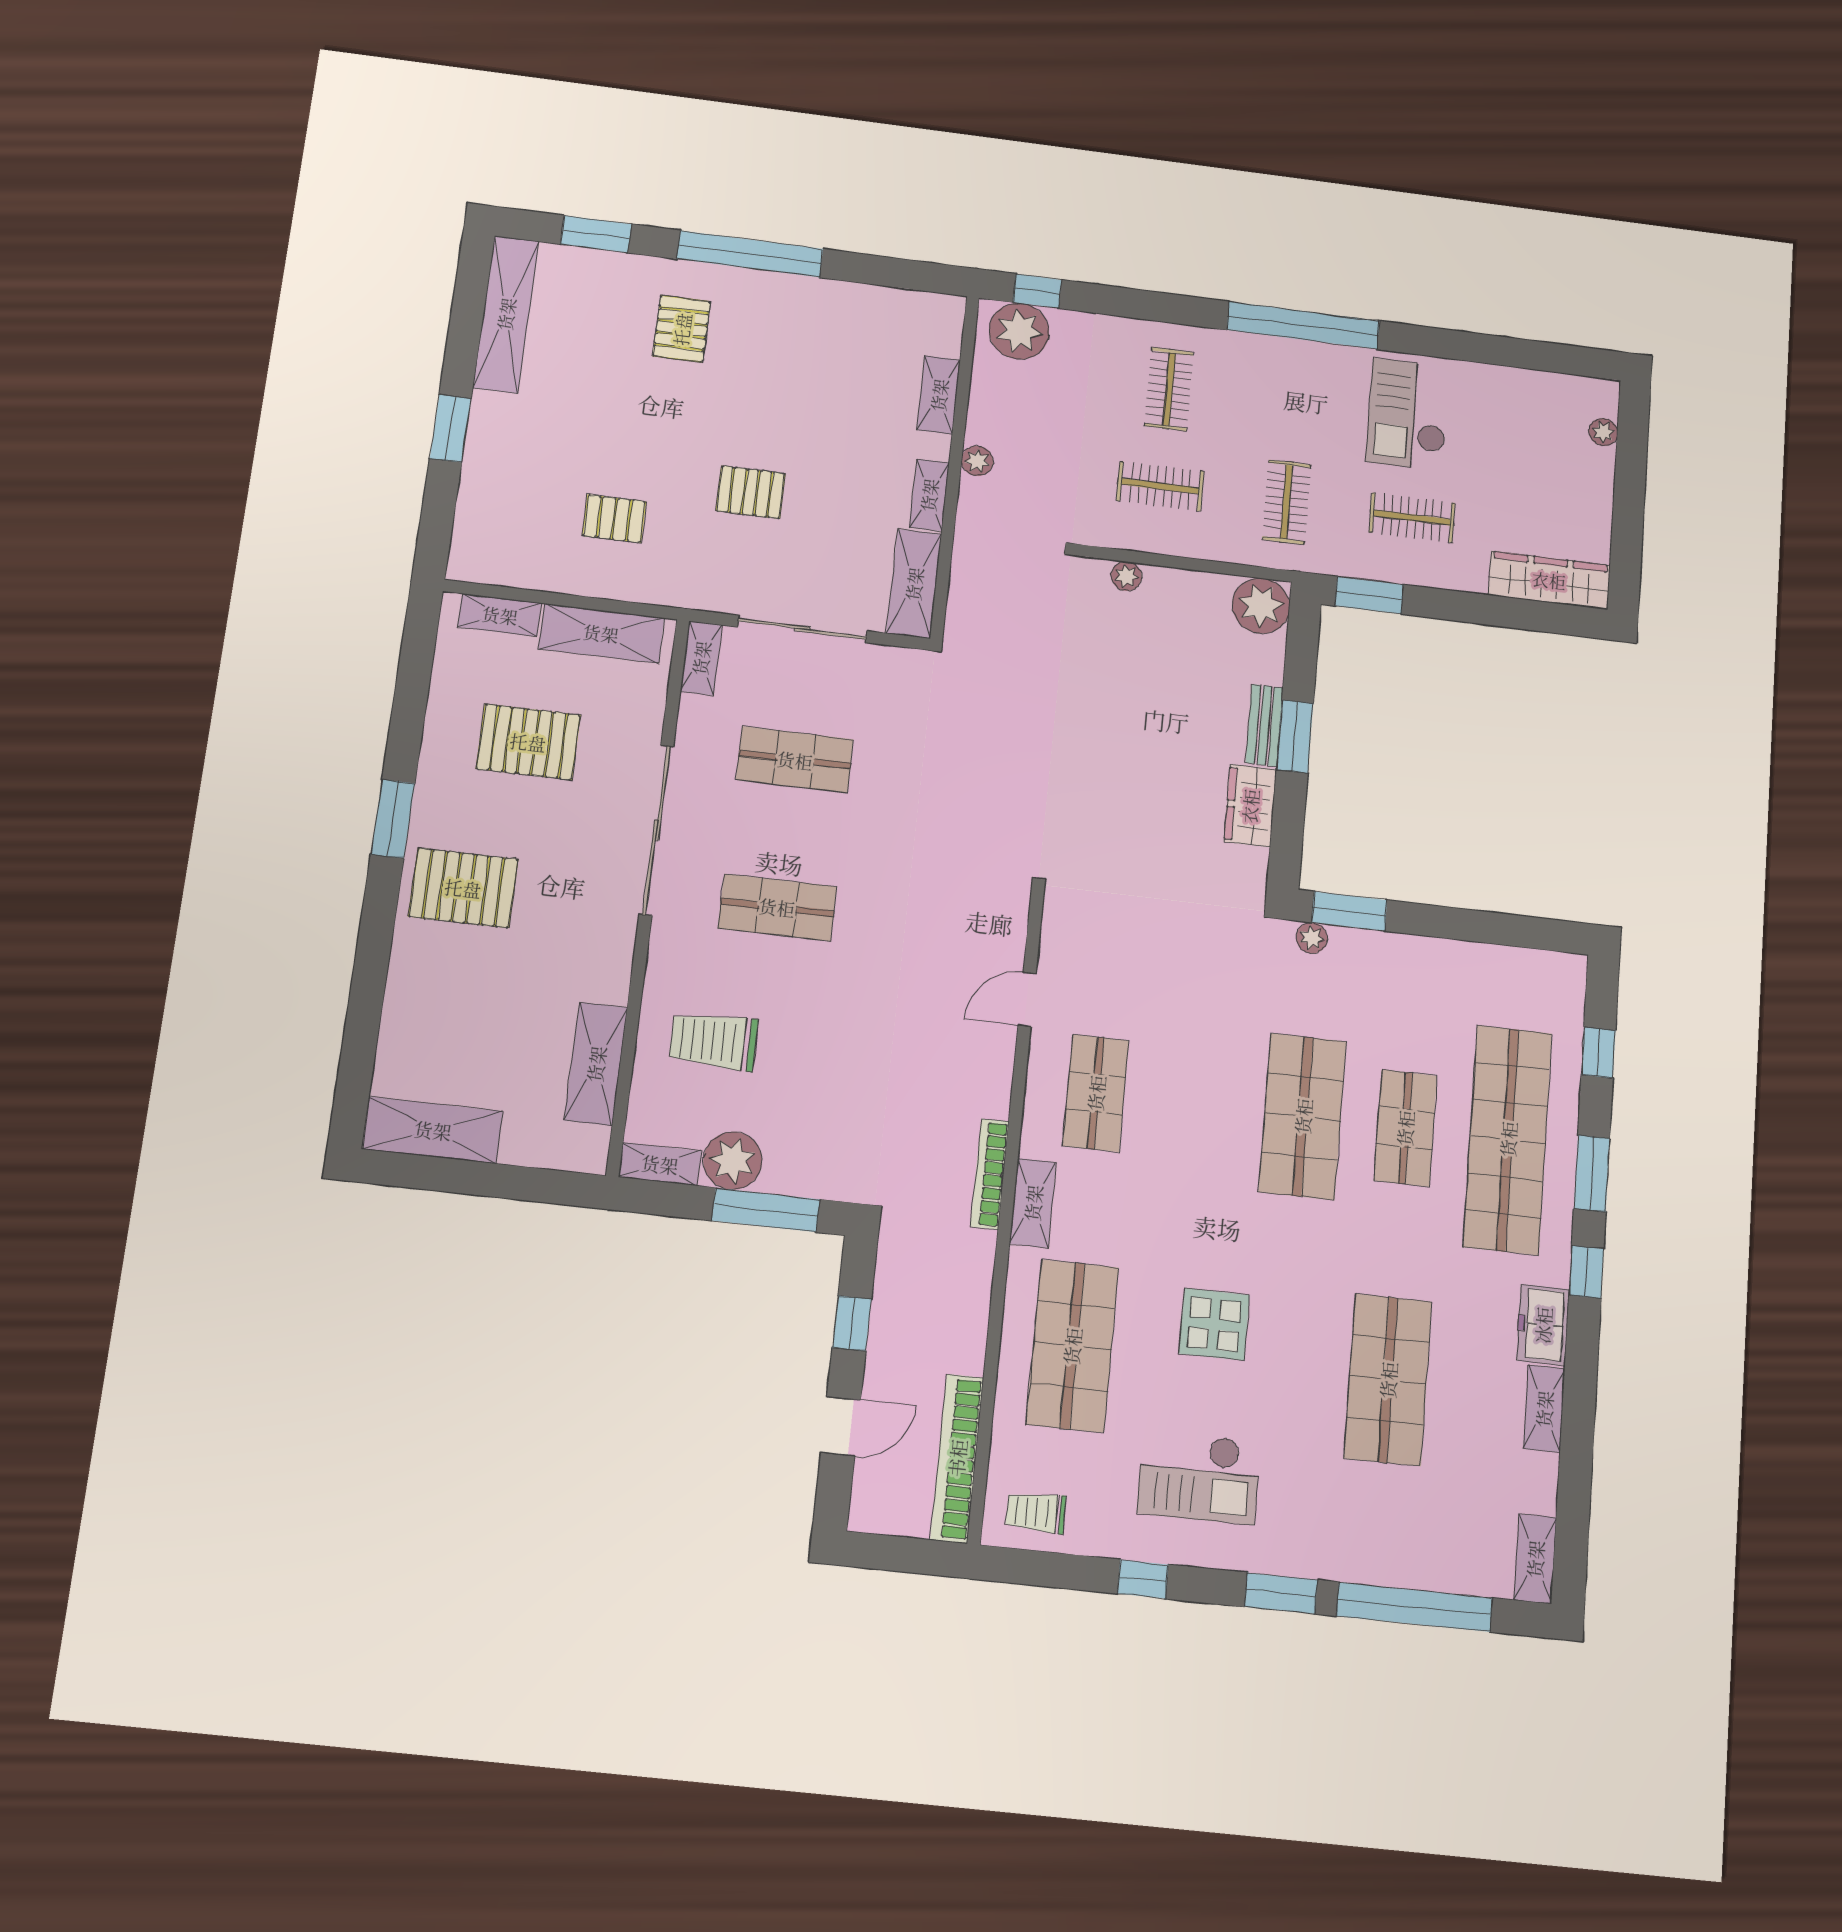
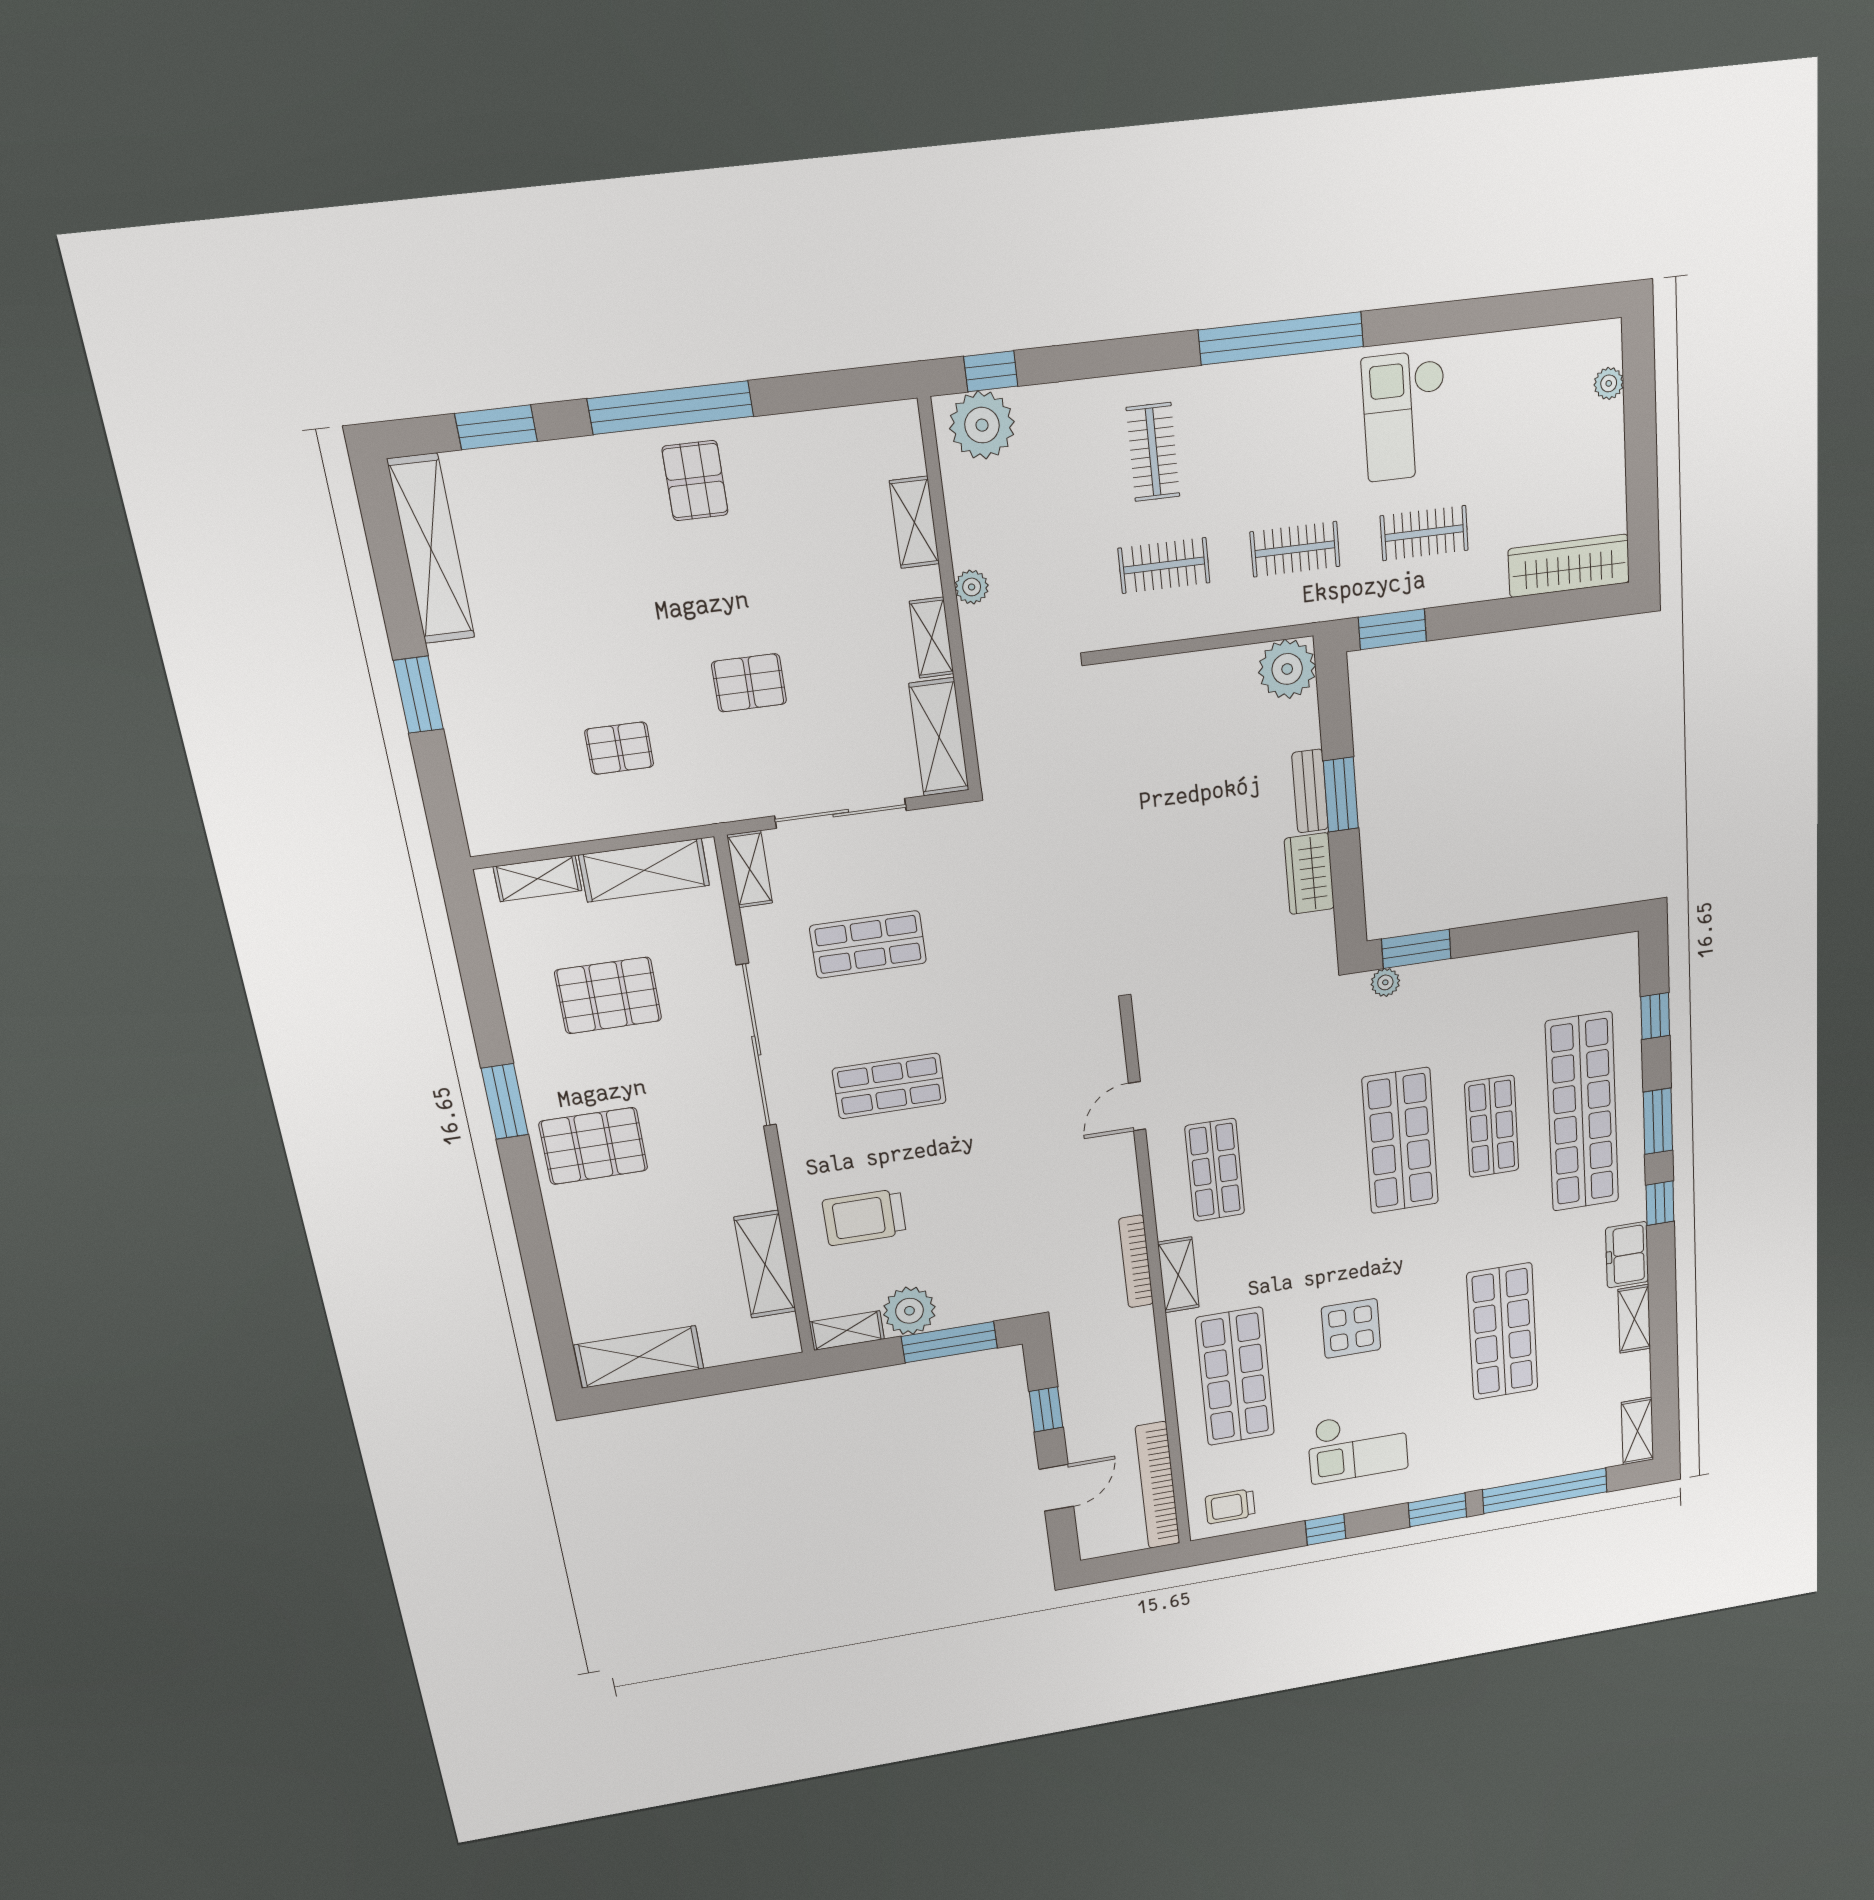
pallet: (682, 329) -> (695, 481), moved
clothes rail: (1286, 502) -> (1295, 549), turned 90
plant: (1126, 576) -> (1148, 673), removed

